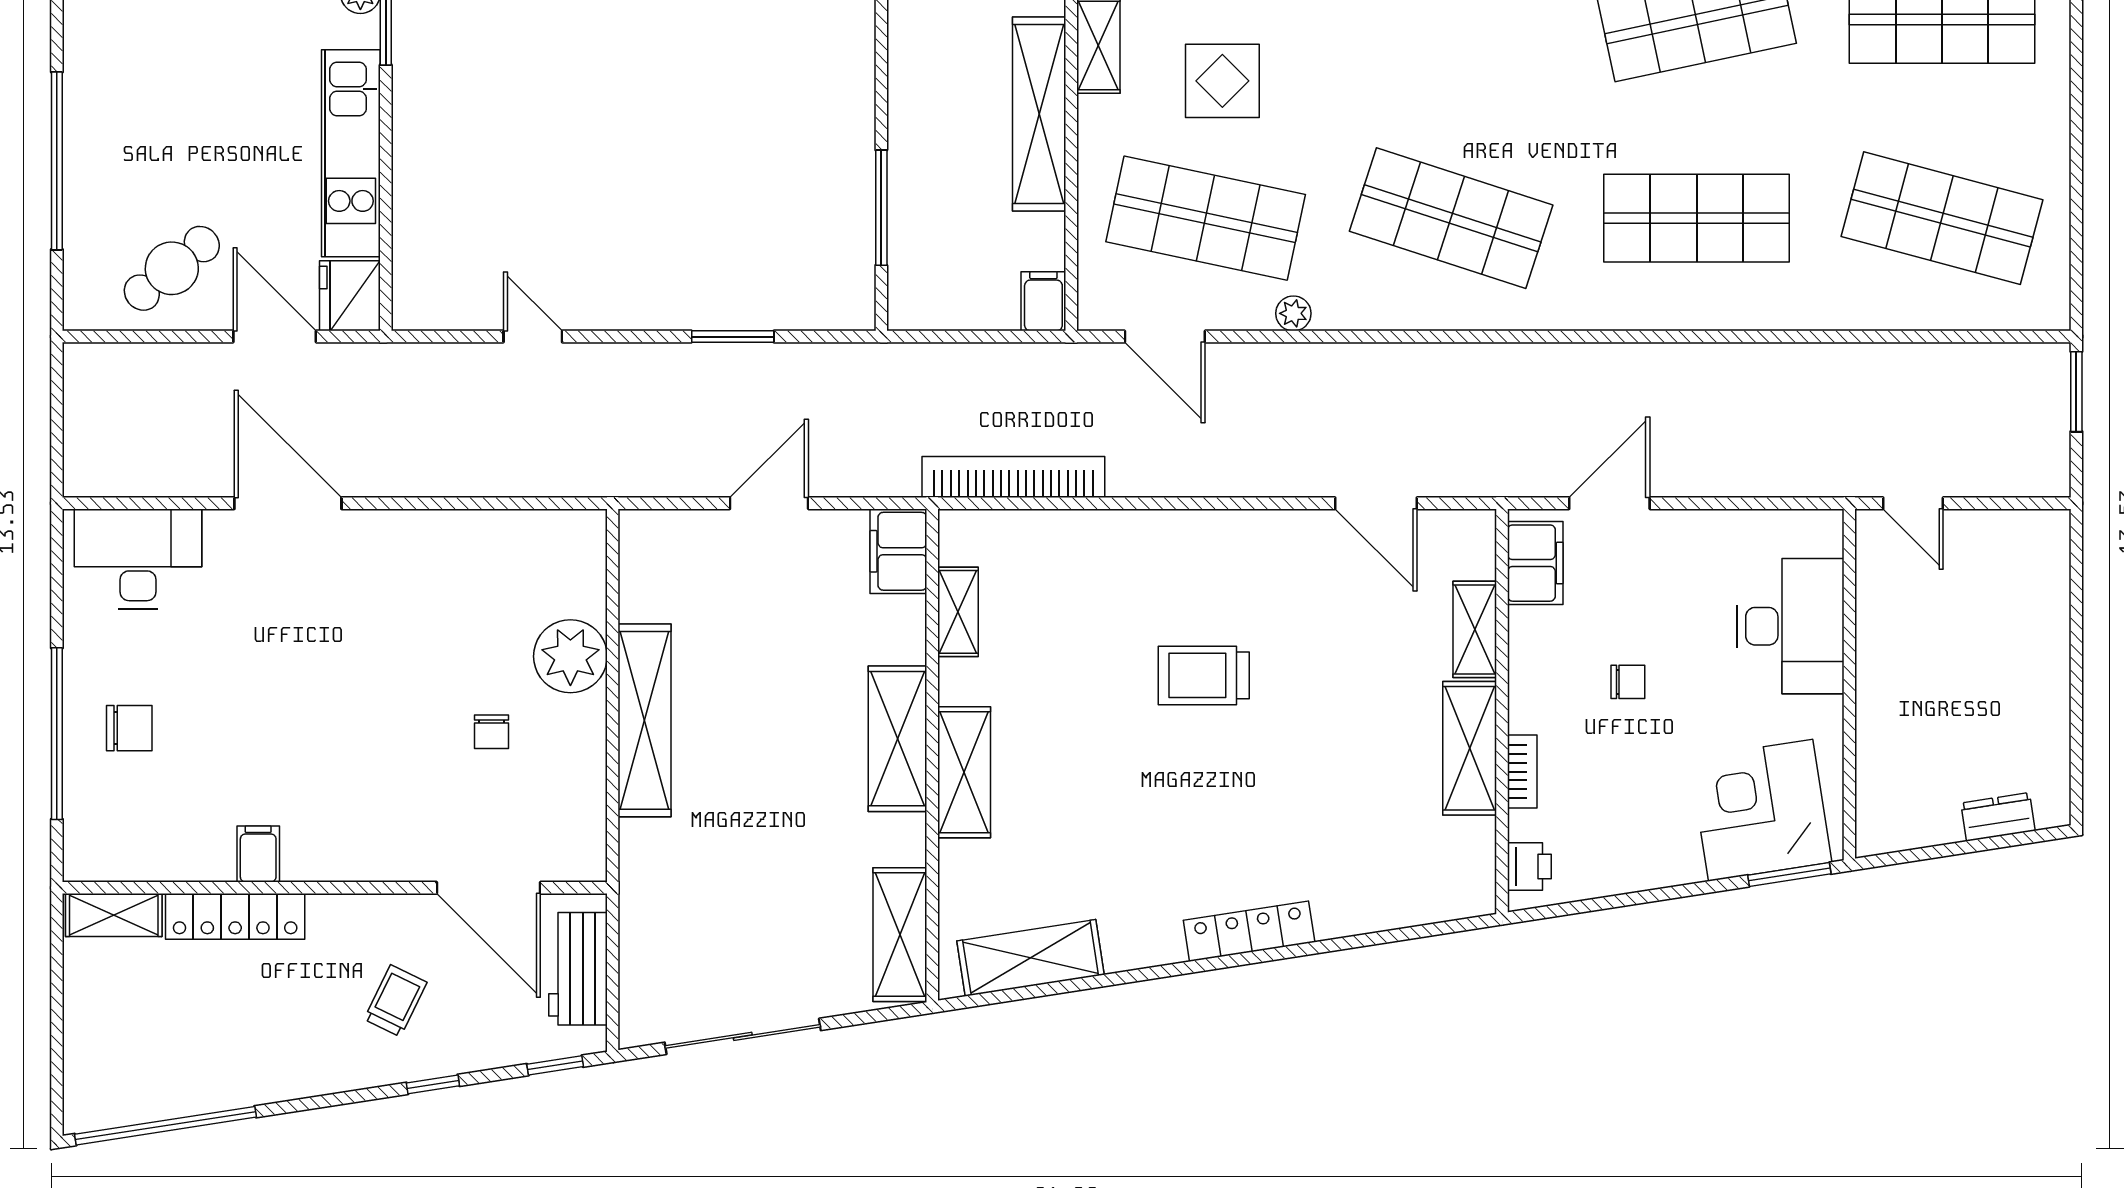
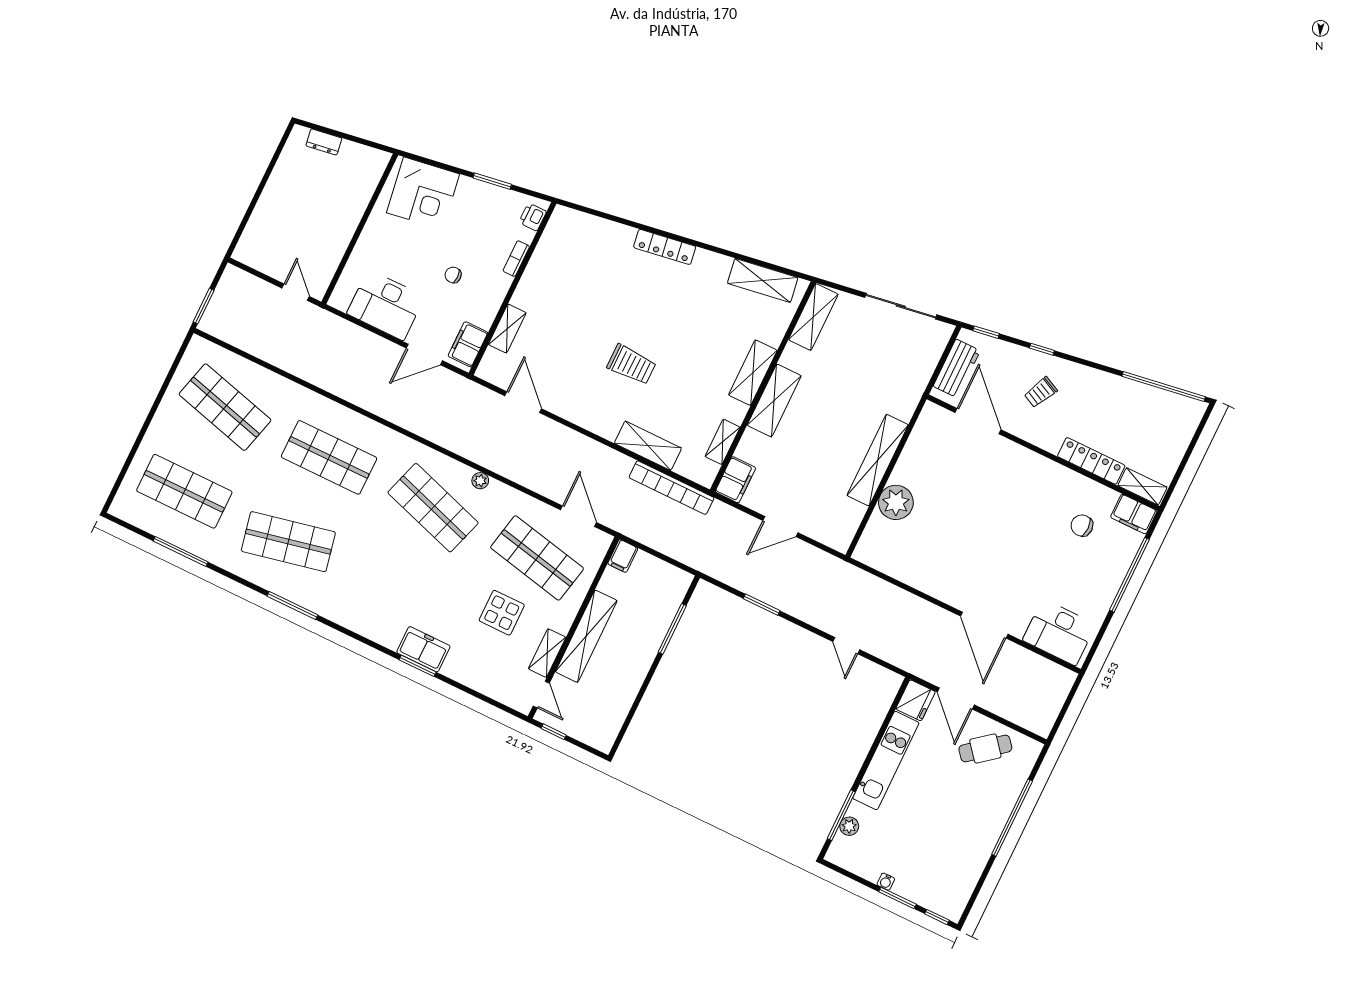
plant: (1293, 313) -> (480, 481), moved
desk: (1791, 626) -> (386, 305), moved, turned -90
chair: (129, 728) -> (1082, 526), moved
chair: (491, 732) -> (945, 487), removed
shelving: (1470, 748) -> (648, 446), moved, turned 90
filing cabinet: (258, 854) -> (1134, 514), moved, width x2.00
window: (1789, 874) -> (492, 181), moved

